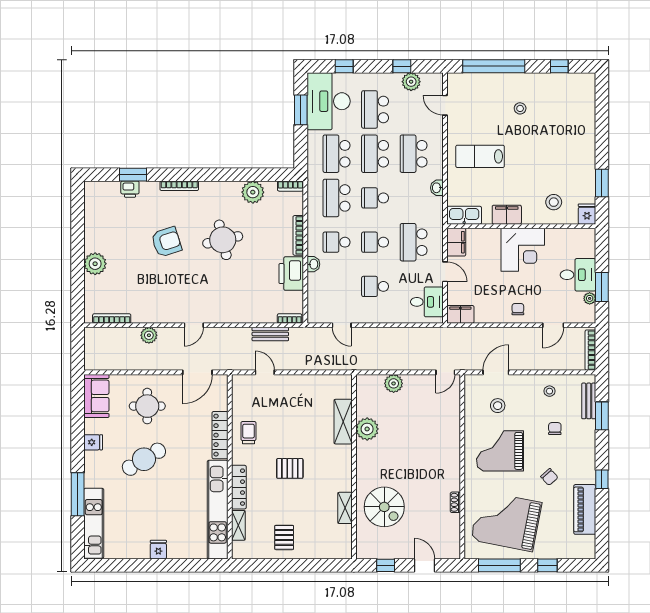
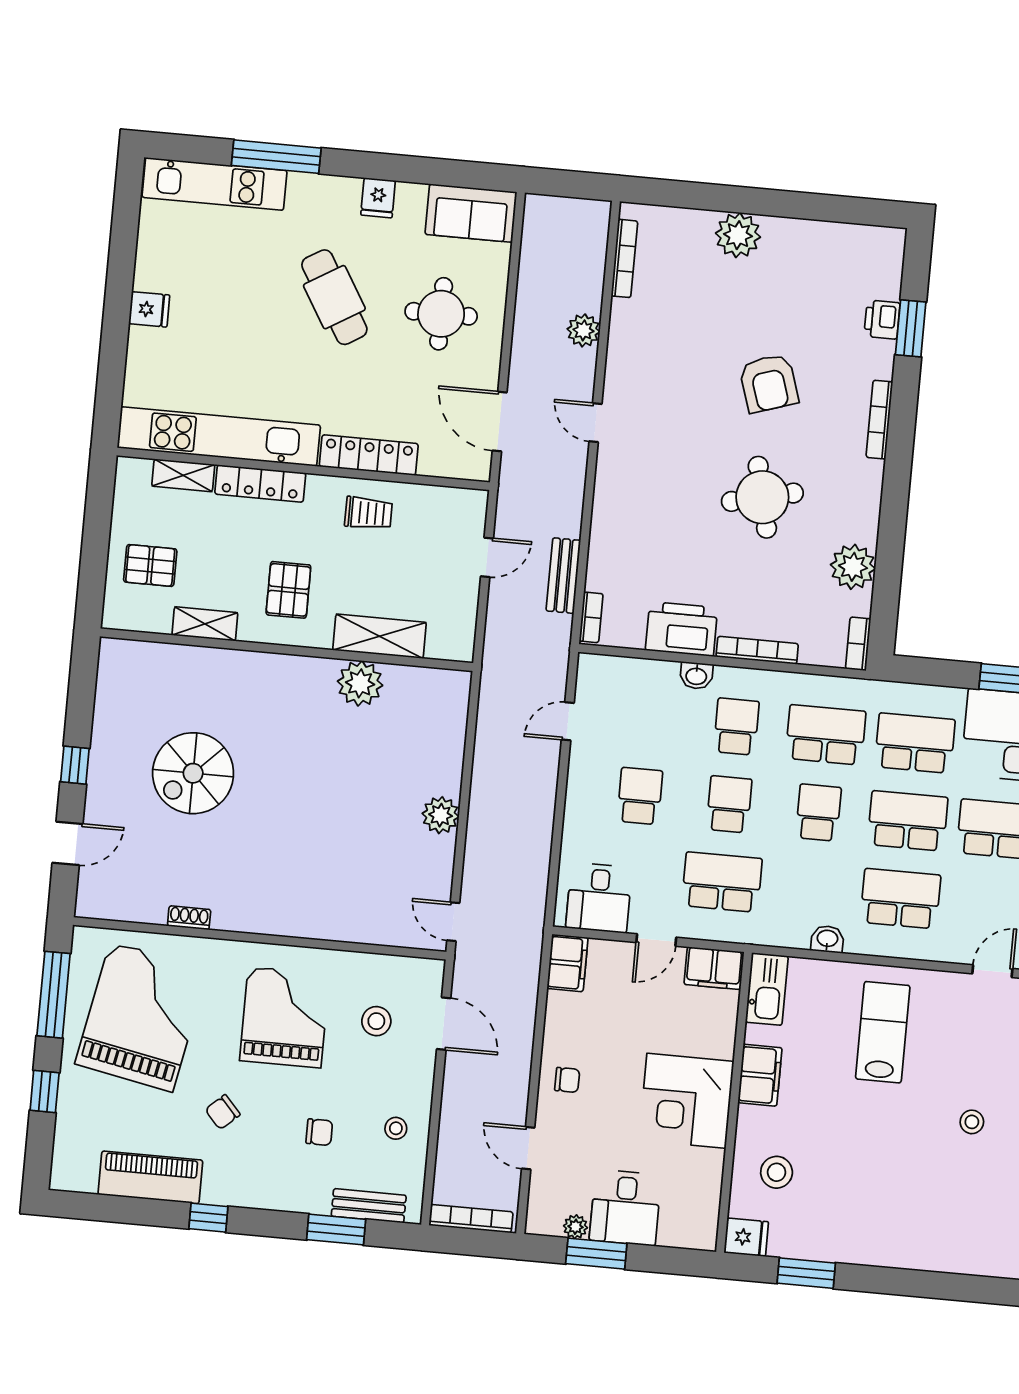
shelving: (343, 422) -> (379, 636), moved
plant: (367, 429) -> (360, 683), moved
wall: (354, 467) -> (286, 650), moved
shelving: (345, 508) -> (205, 624), moved

